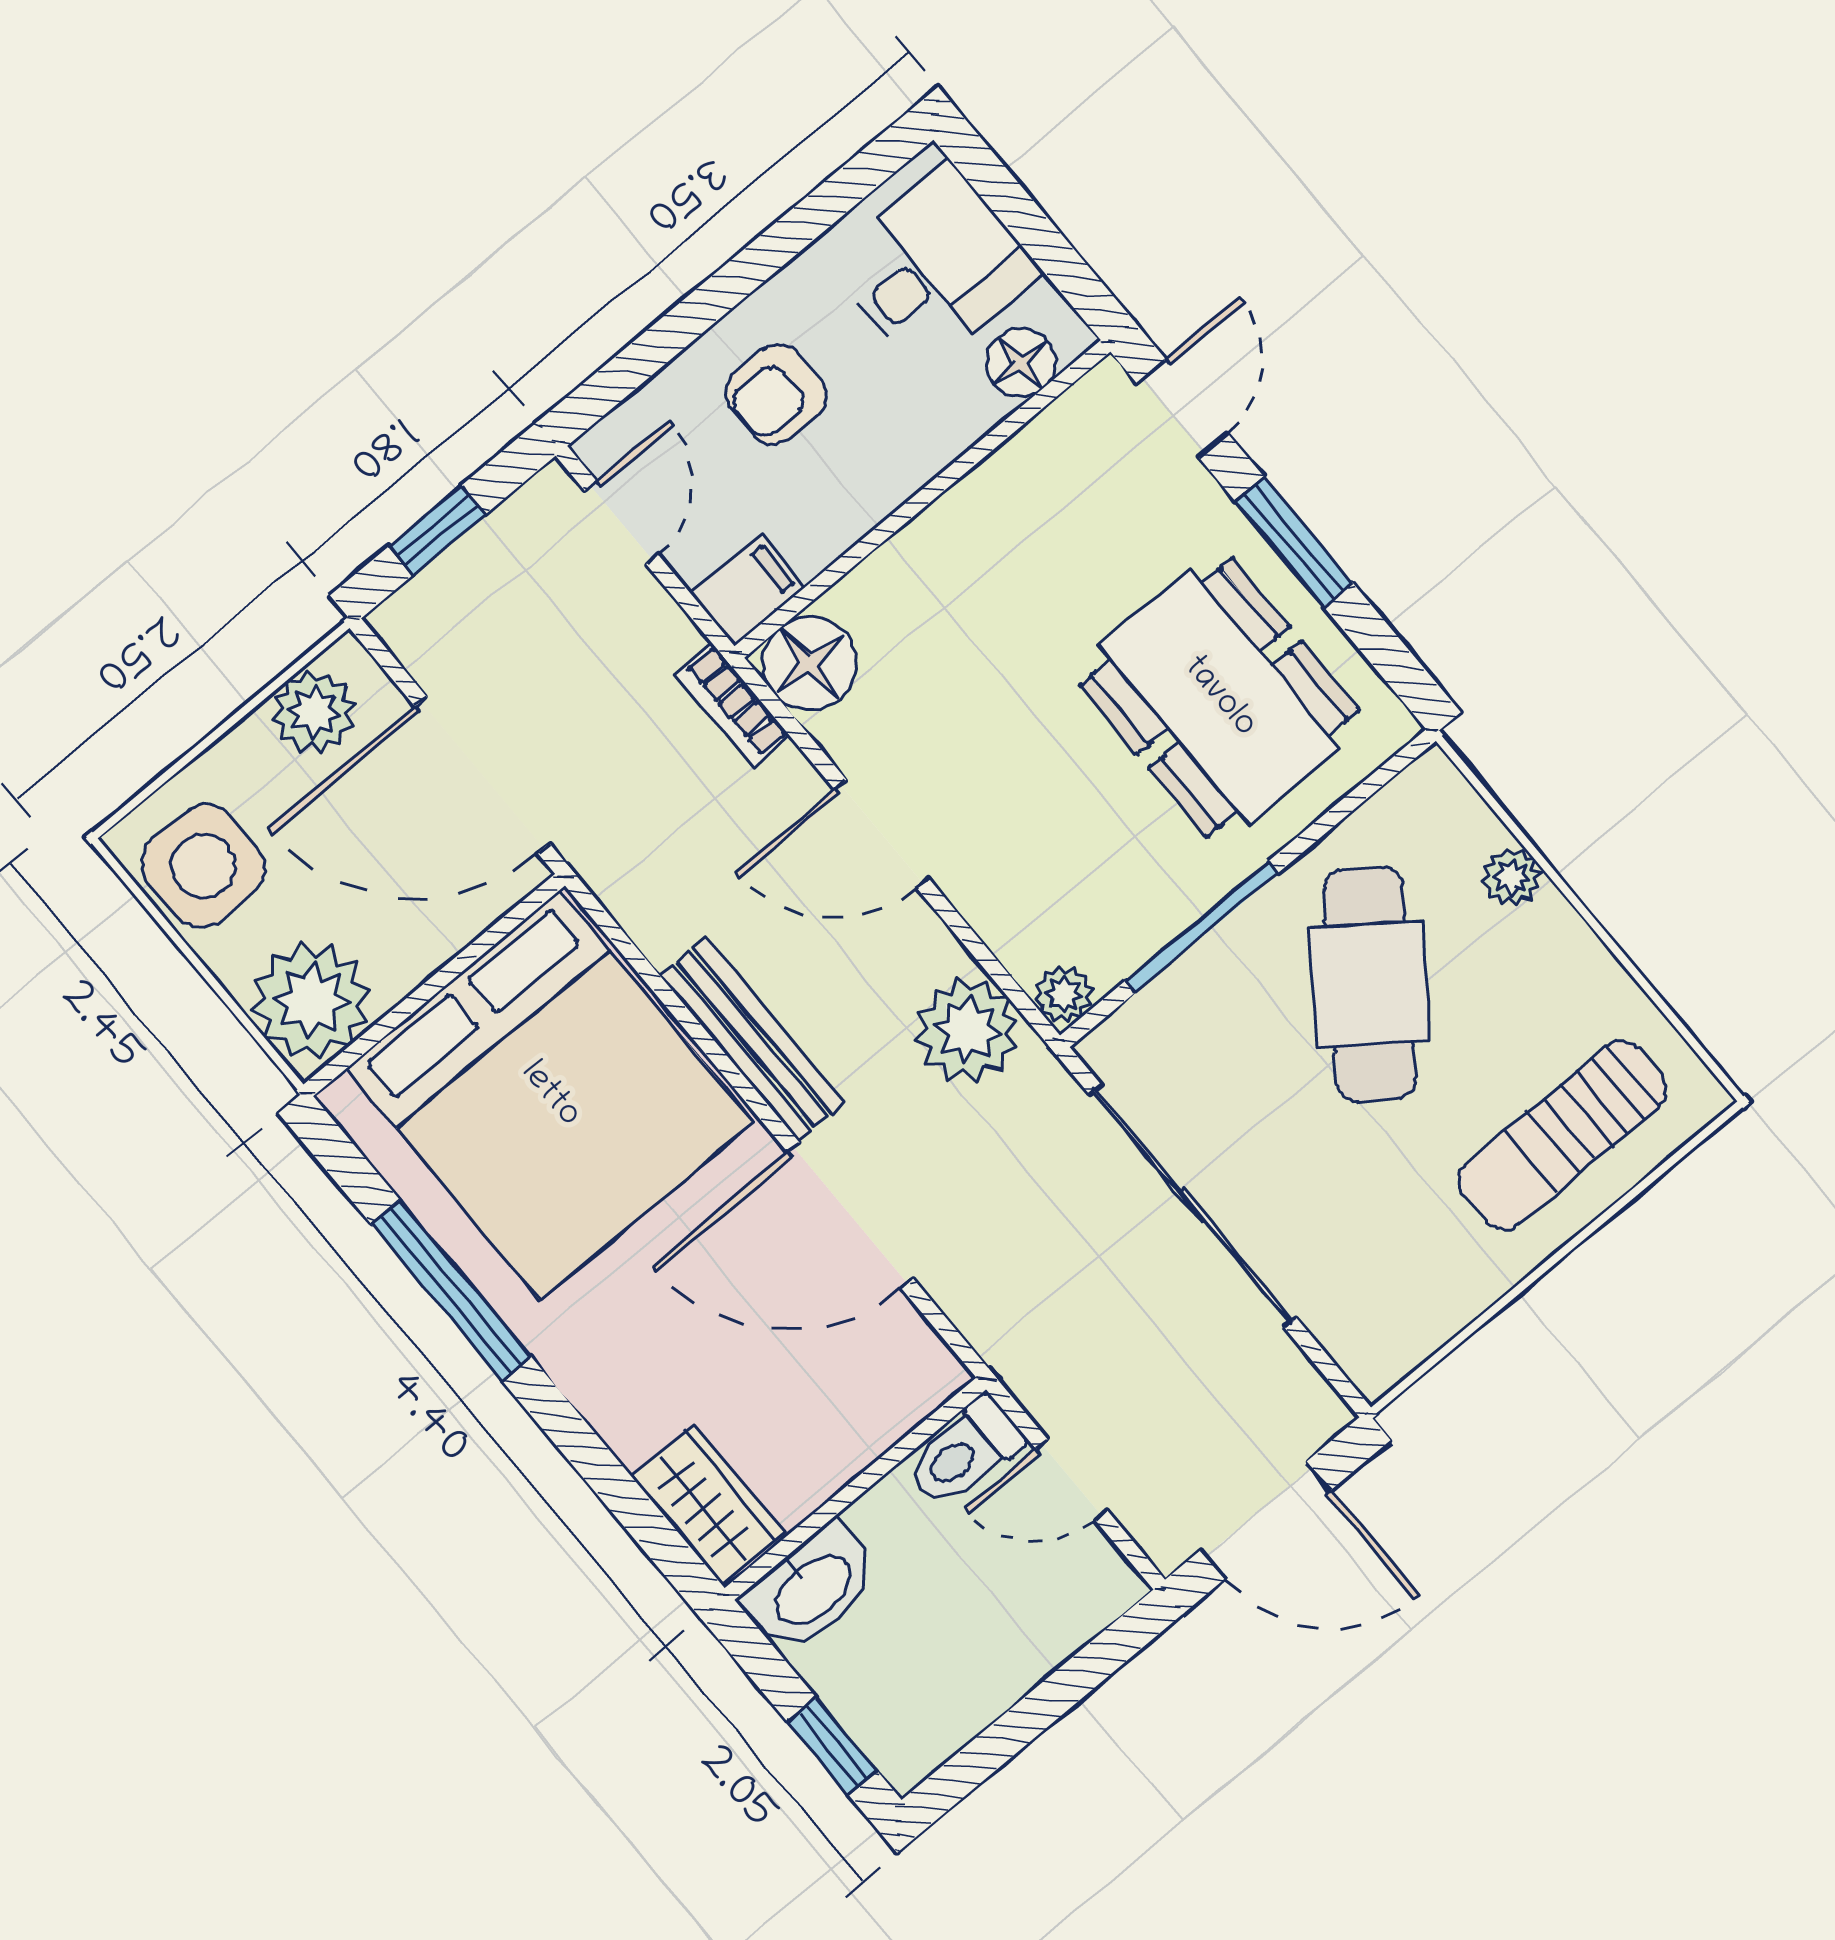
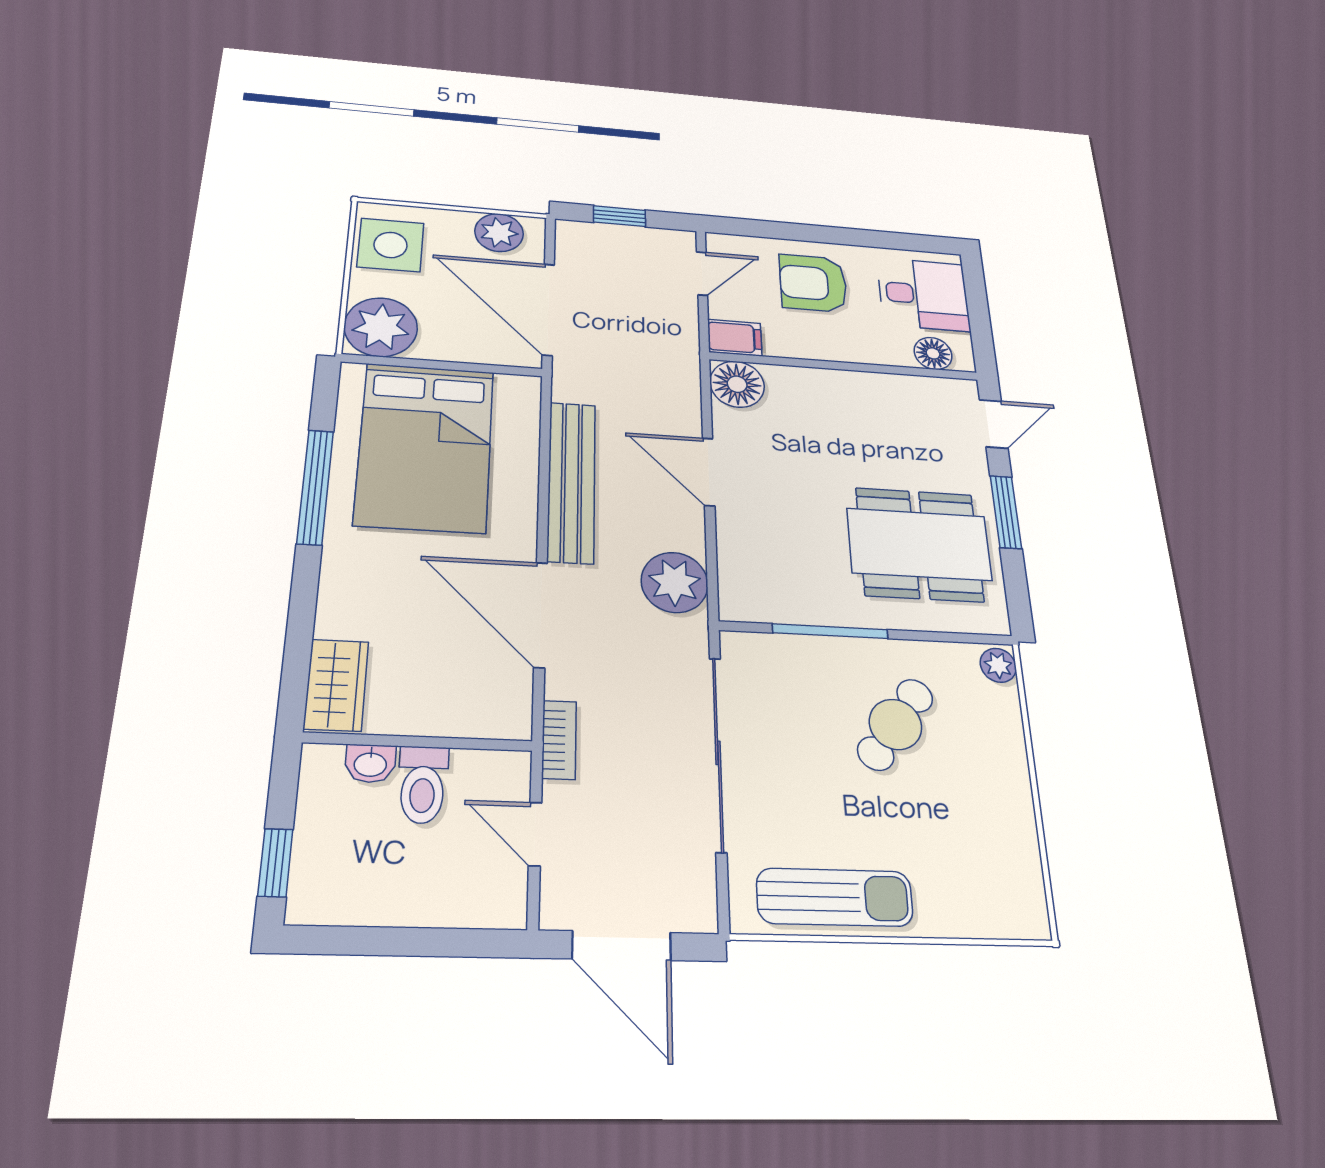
armchair: (776, 394) -> (813, 283), width x1.38, depth x1.38
dining table: (1219, 697) -> (919, 544), turned 90
bookcase: (732, 705) -> (559, 740), moved, turned 180
plant: (1512, 877) -> (998, 665), moved
cafe table: (1370, 984) -> (895, 724), width x0.73, depth x0.74
plant: (1064, 995) -> (736, 605), removed
bench: (752, 1039) -> (571, 482), width x1.37, depth x1.21
bed: (550, 1095) -> (425, 447), width x0.73
sun lounger: (1562, 1135) -> (835, 897), moved, turned 180
toilet: (965, 1452) -> (423, 785), moved, turned -90
washbasin: (812, 1588) -> (370, 764), width x0.52, depth x0.69

